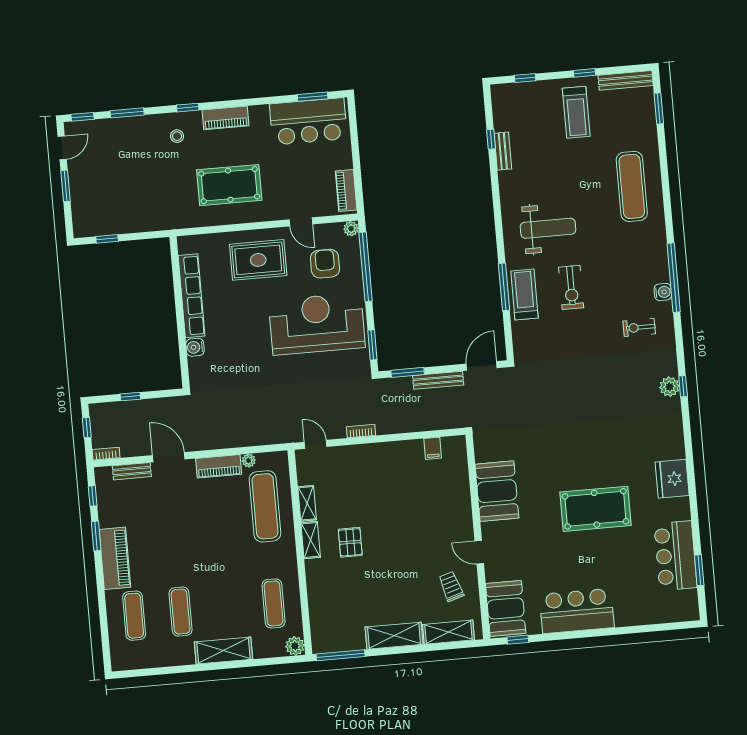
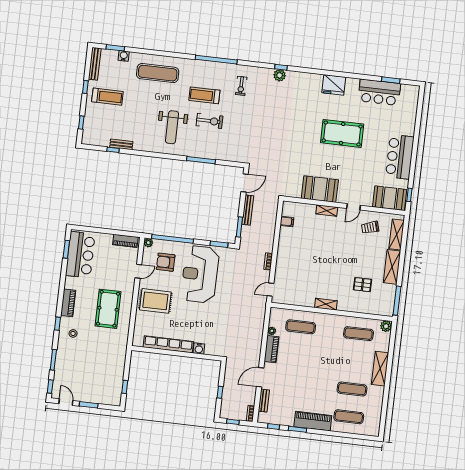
weight bench: (548, 228) -> (172, 127), turned 180
rug: (258, 260) -> (155, 301), turned 90
water cooler: (663, 292) -> (124, 56), moved
treadmill: (524, 295) -> (204, 95), moved
door: (482, 366) -> (245, 183), swing flipped
shelving: (307, 503) -> (327, 211), moved
exercise mat: (265, 506) -> (301, 327), width x0.73, depth x0.69
pool table: (595, 509) -> (342, 133), turned 90
pallet: (350, 542) -> (363, 285), moved

